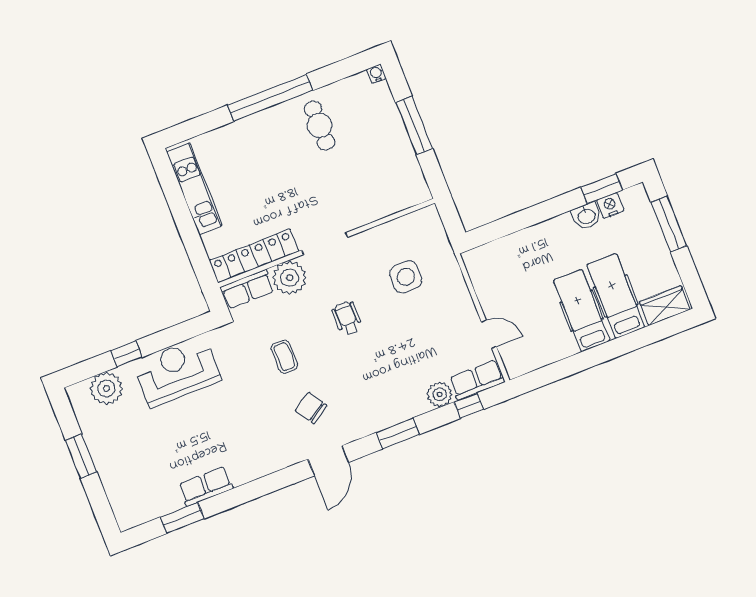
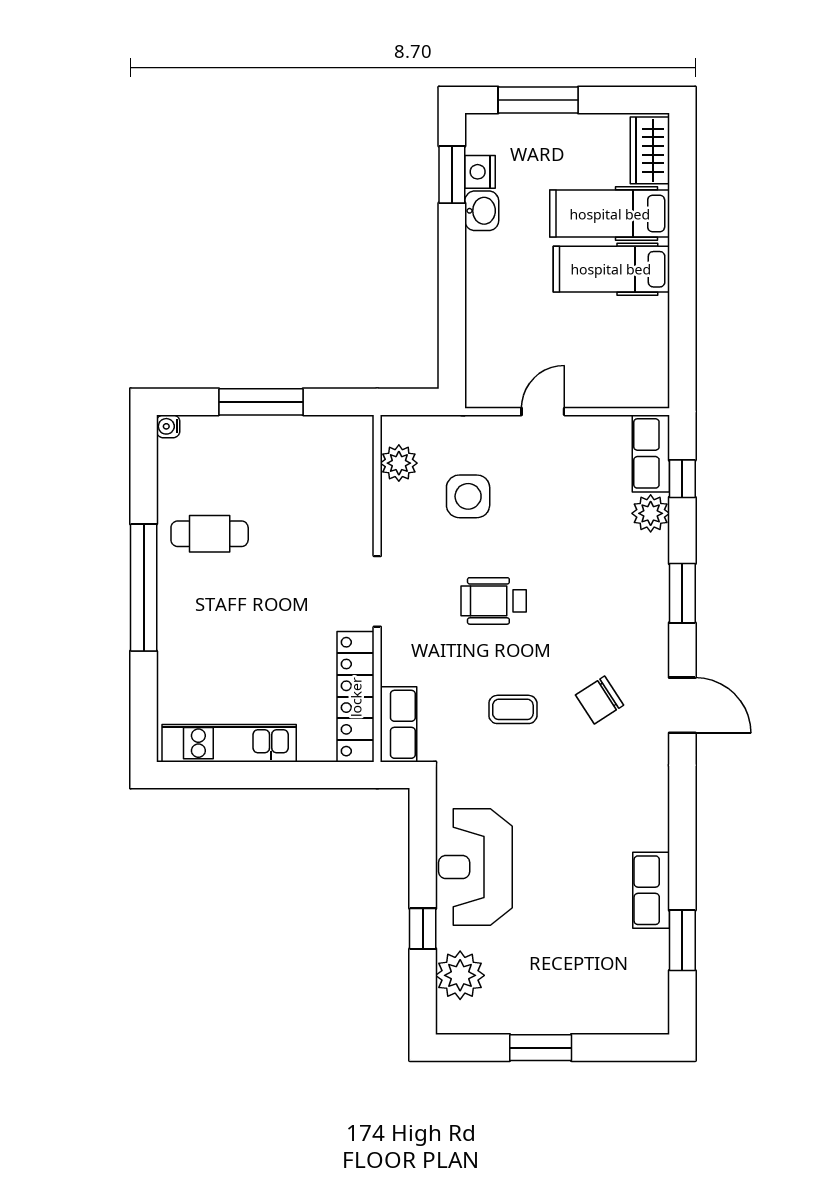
plant: (290, 278) -> (399, 463), moved, width x0.73, depth x0.73
wheelchair: (347, 318) -> (494, 601), width x1.36, depth x1.37
door: (489, 334) -> (543, 412), moved

